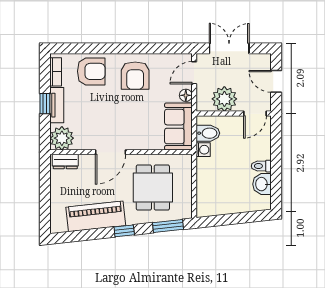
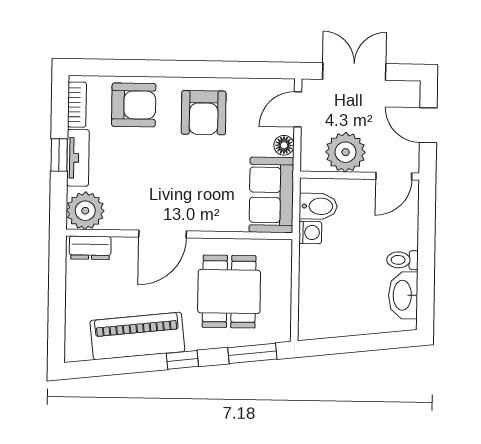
washbasin: (262, 184) -> (403, 295), width x1.38

